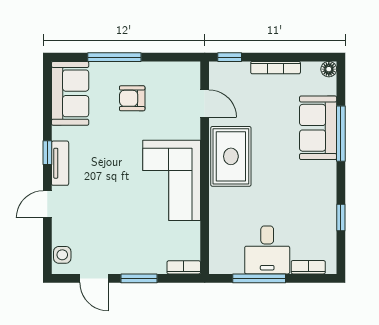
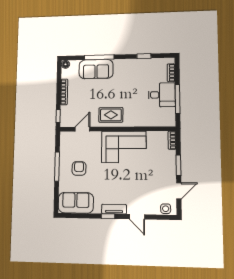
window: (114, 57) -> (57, 167), moved
armchair: (132, 98) -> (79, 168), turned 180
rug: (231, 156) -> (111, 115), width x0.73, depth x0.70

